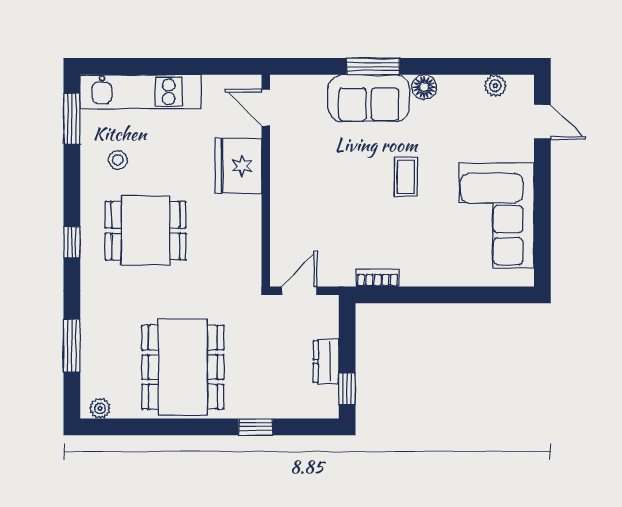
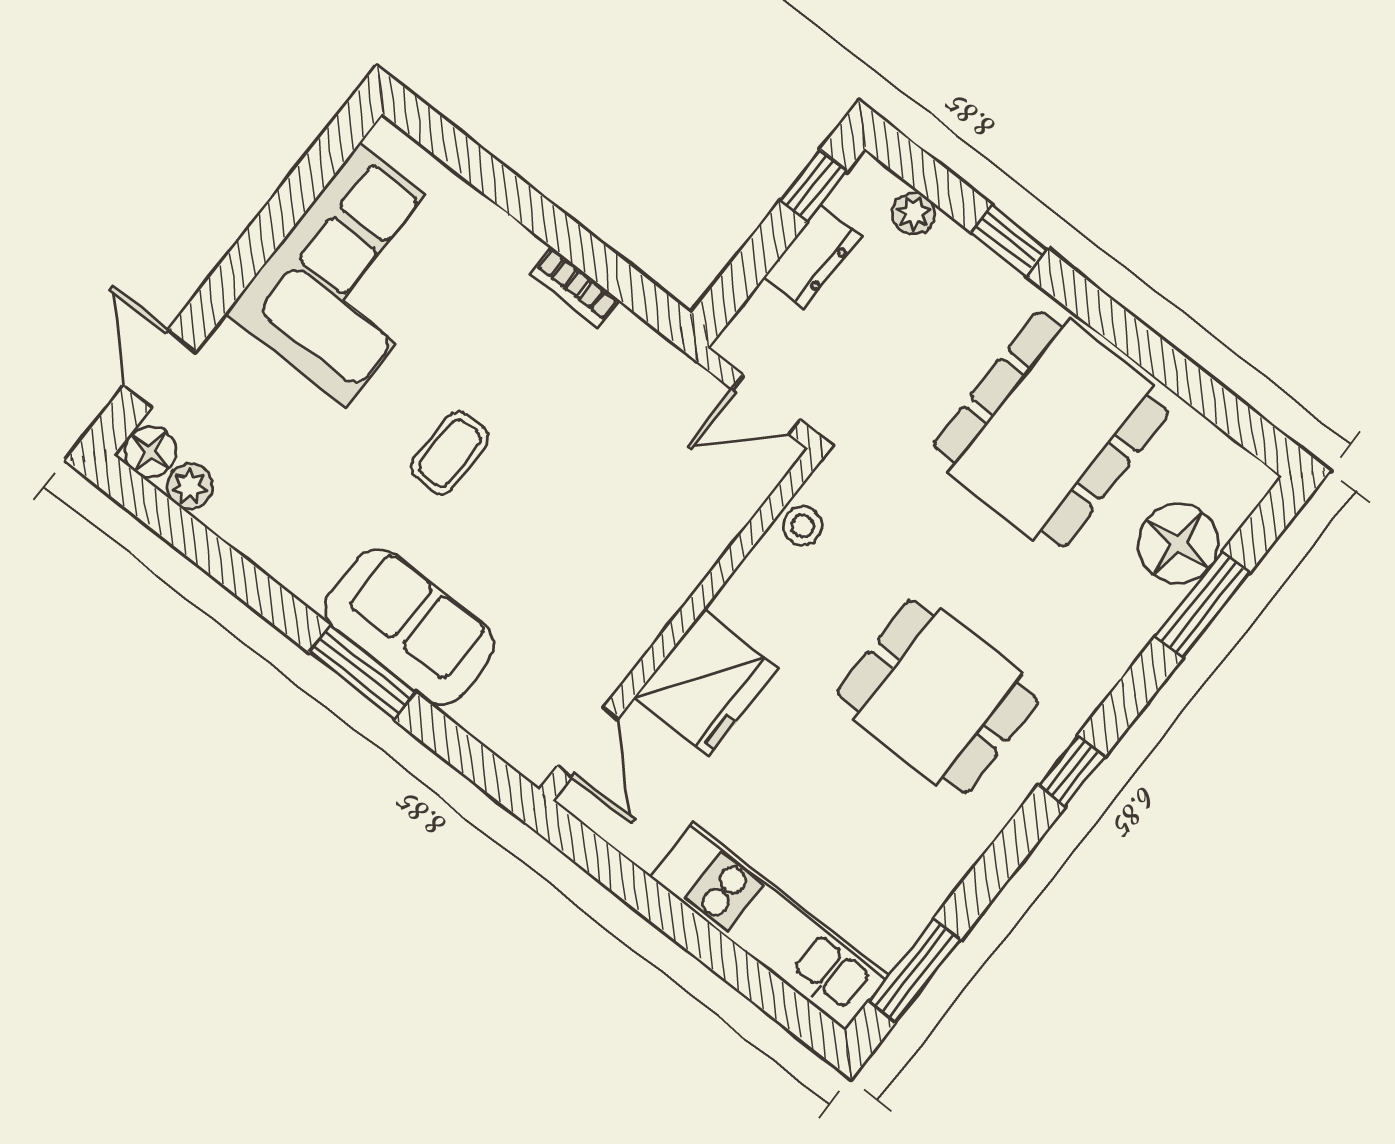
floor lamp: (424, 87) -> (150, 452), moved
stool: (118, 160) -> (802, 526), moved
bookcase: (378, 278) -> (575, 287), moved
floor lamp: (99, 362) -> (1178, 544), added
plant: (100, 408) -> (913, 213), moved

